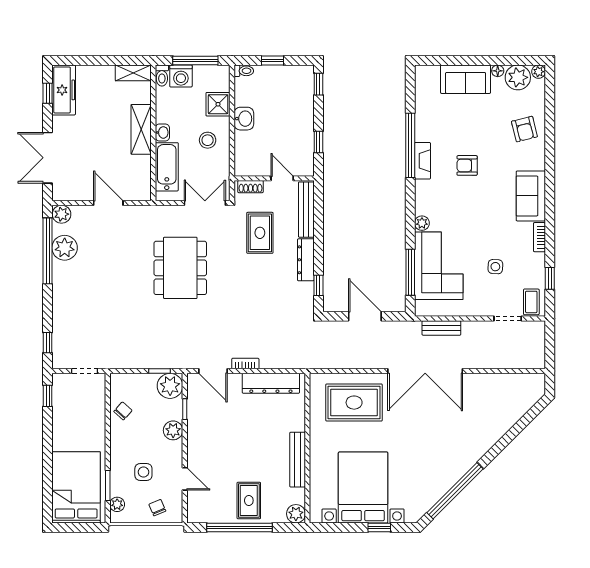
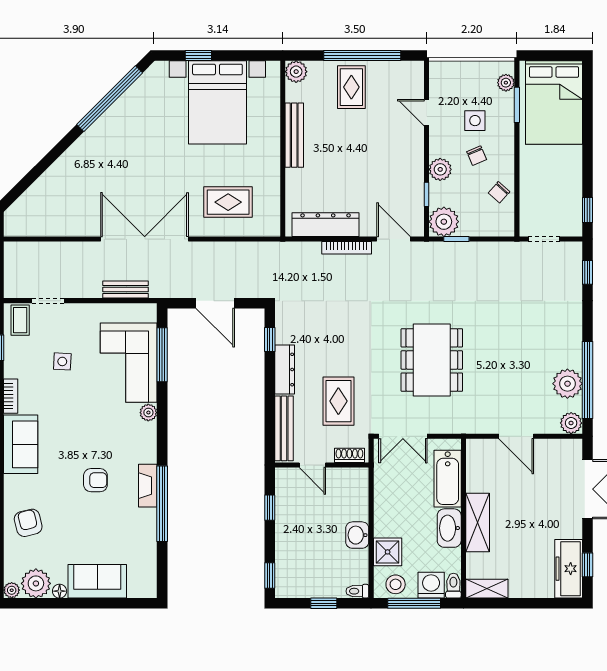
washbasin: (162, 132) -> (449, 528), width x1.91, depth x1.45
stool: (208, 140) -> (396, 584), moved
bookcase: (245, 364) -> (347, 248), width x1.56
rug: (354, 403) -> (228, 202), width x0.73, depth x0.70
chair: (157, 508) -> (477, 156), moved

